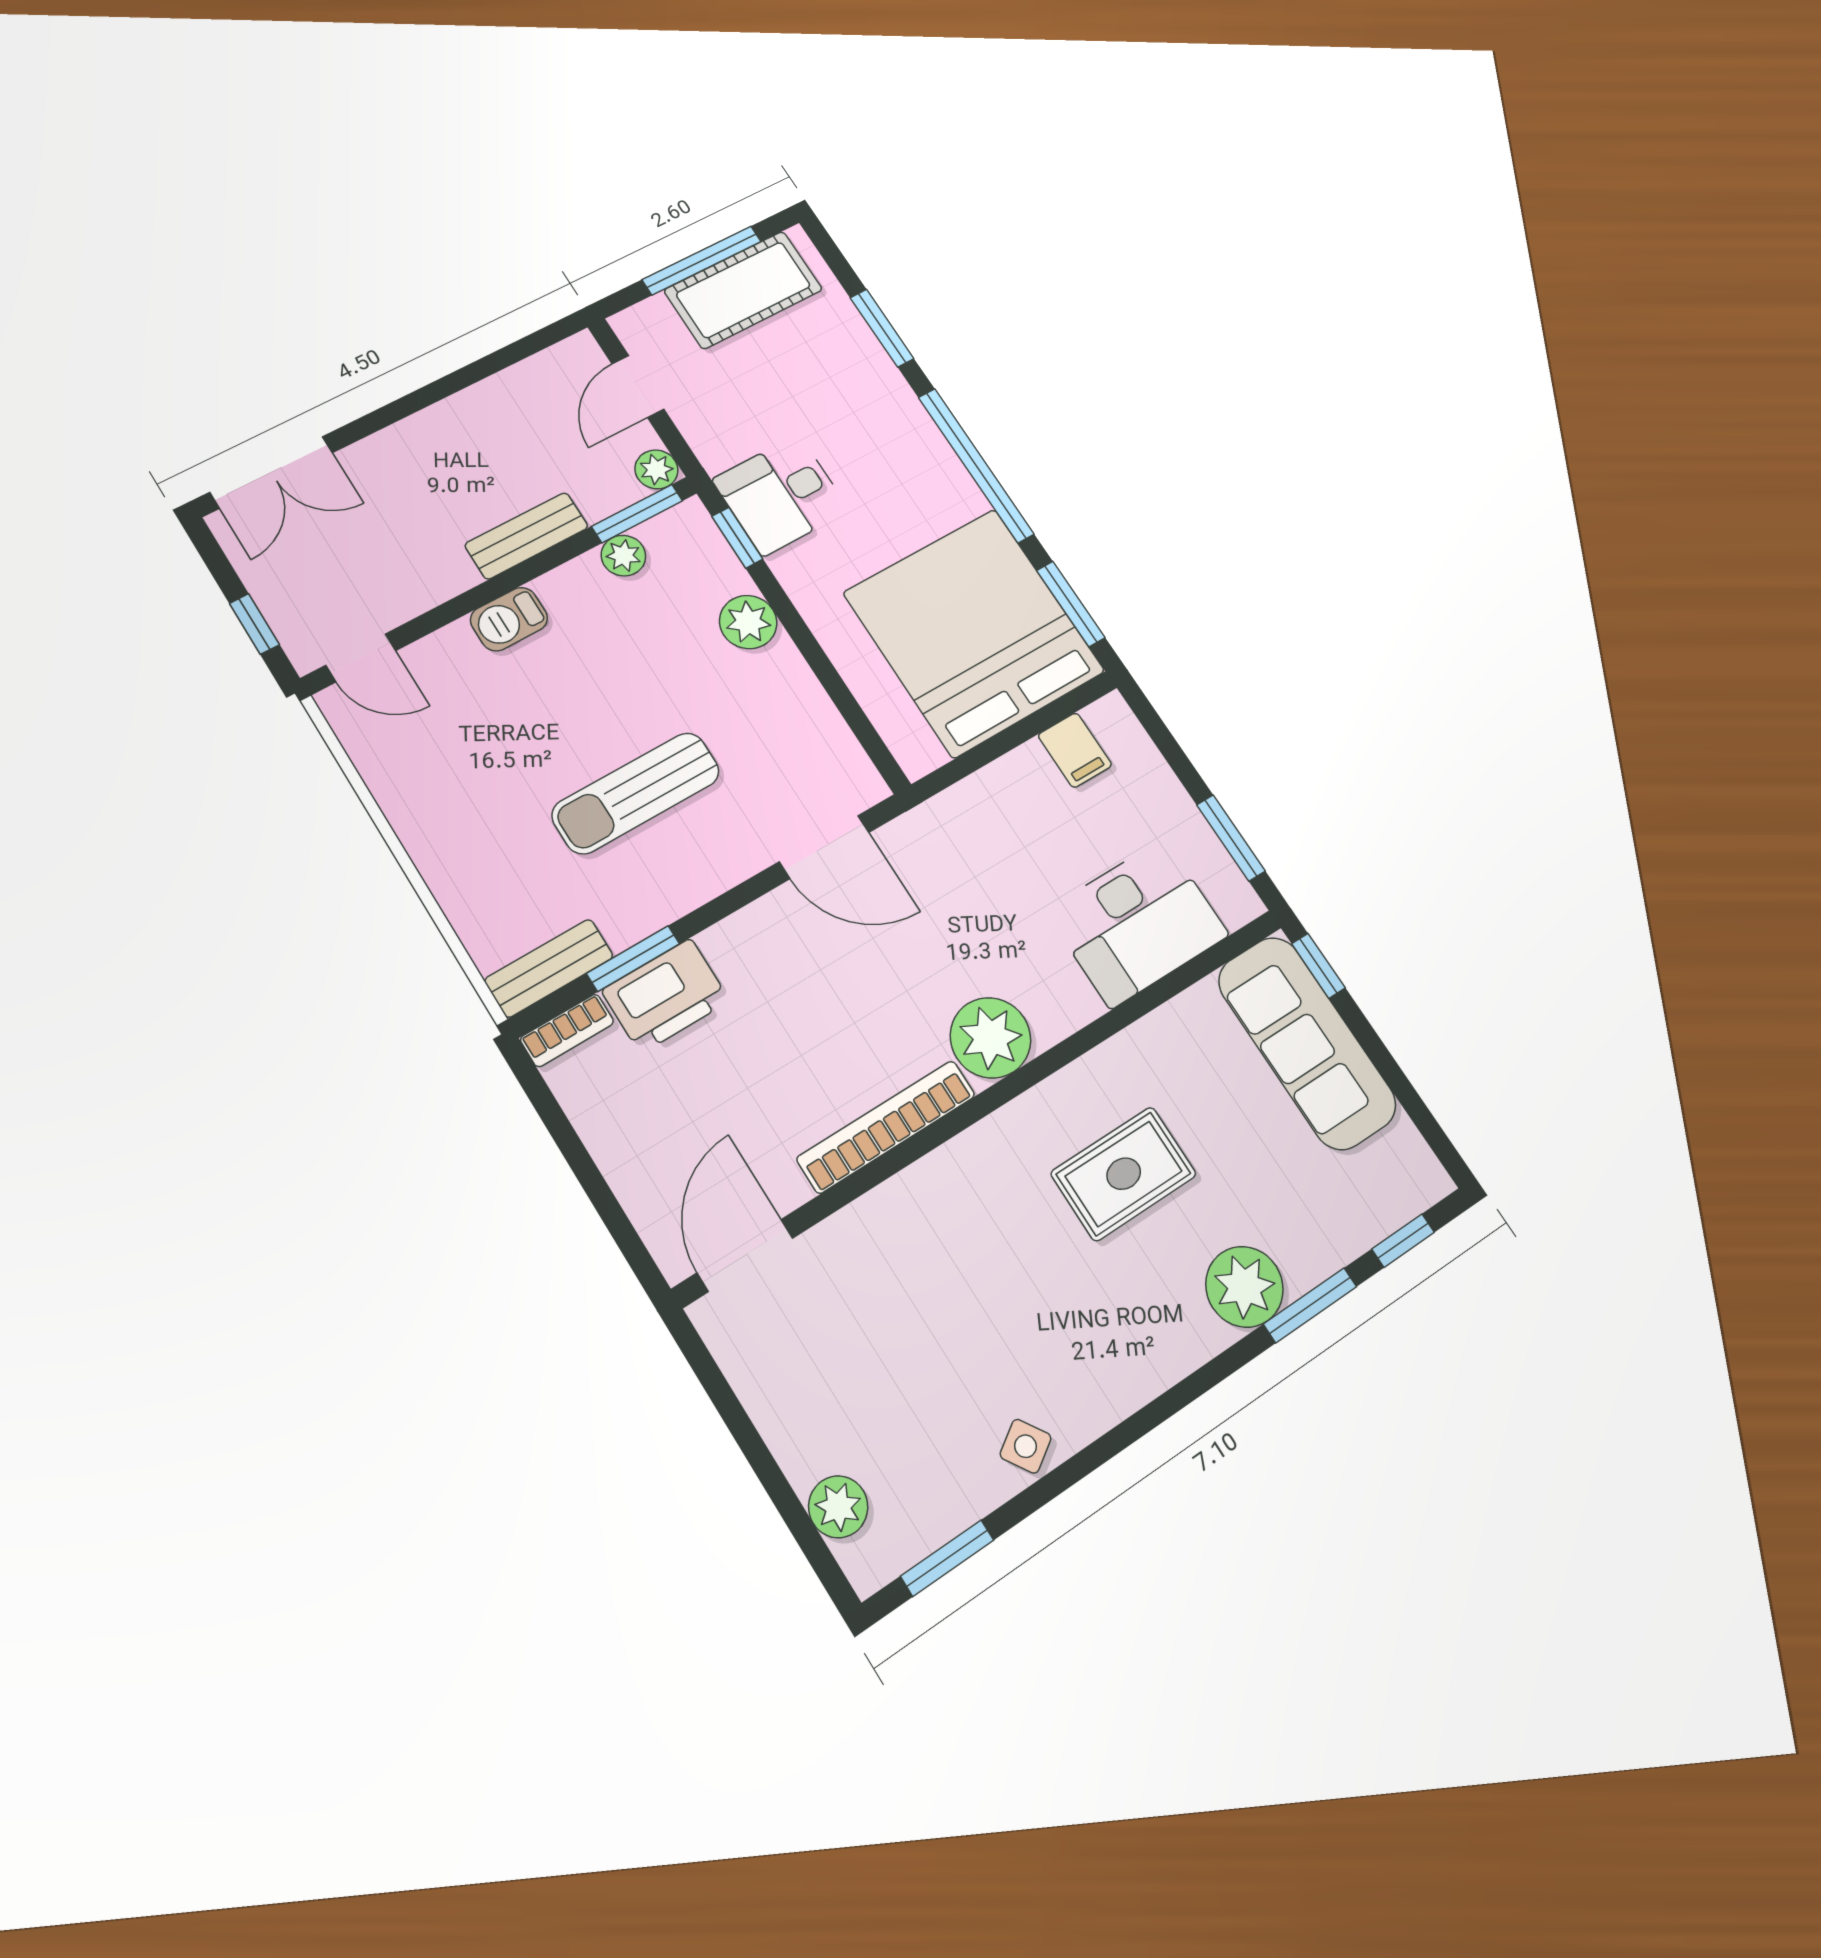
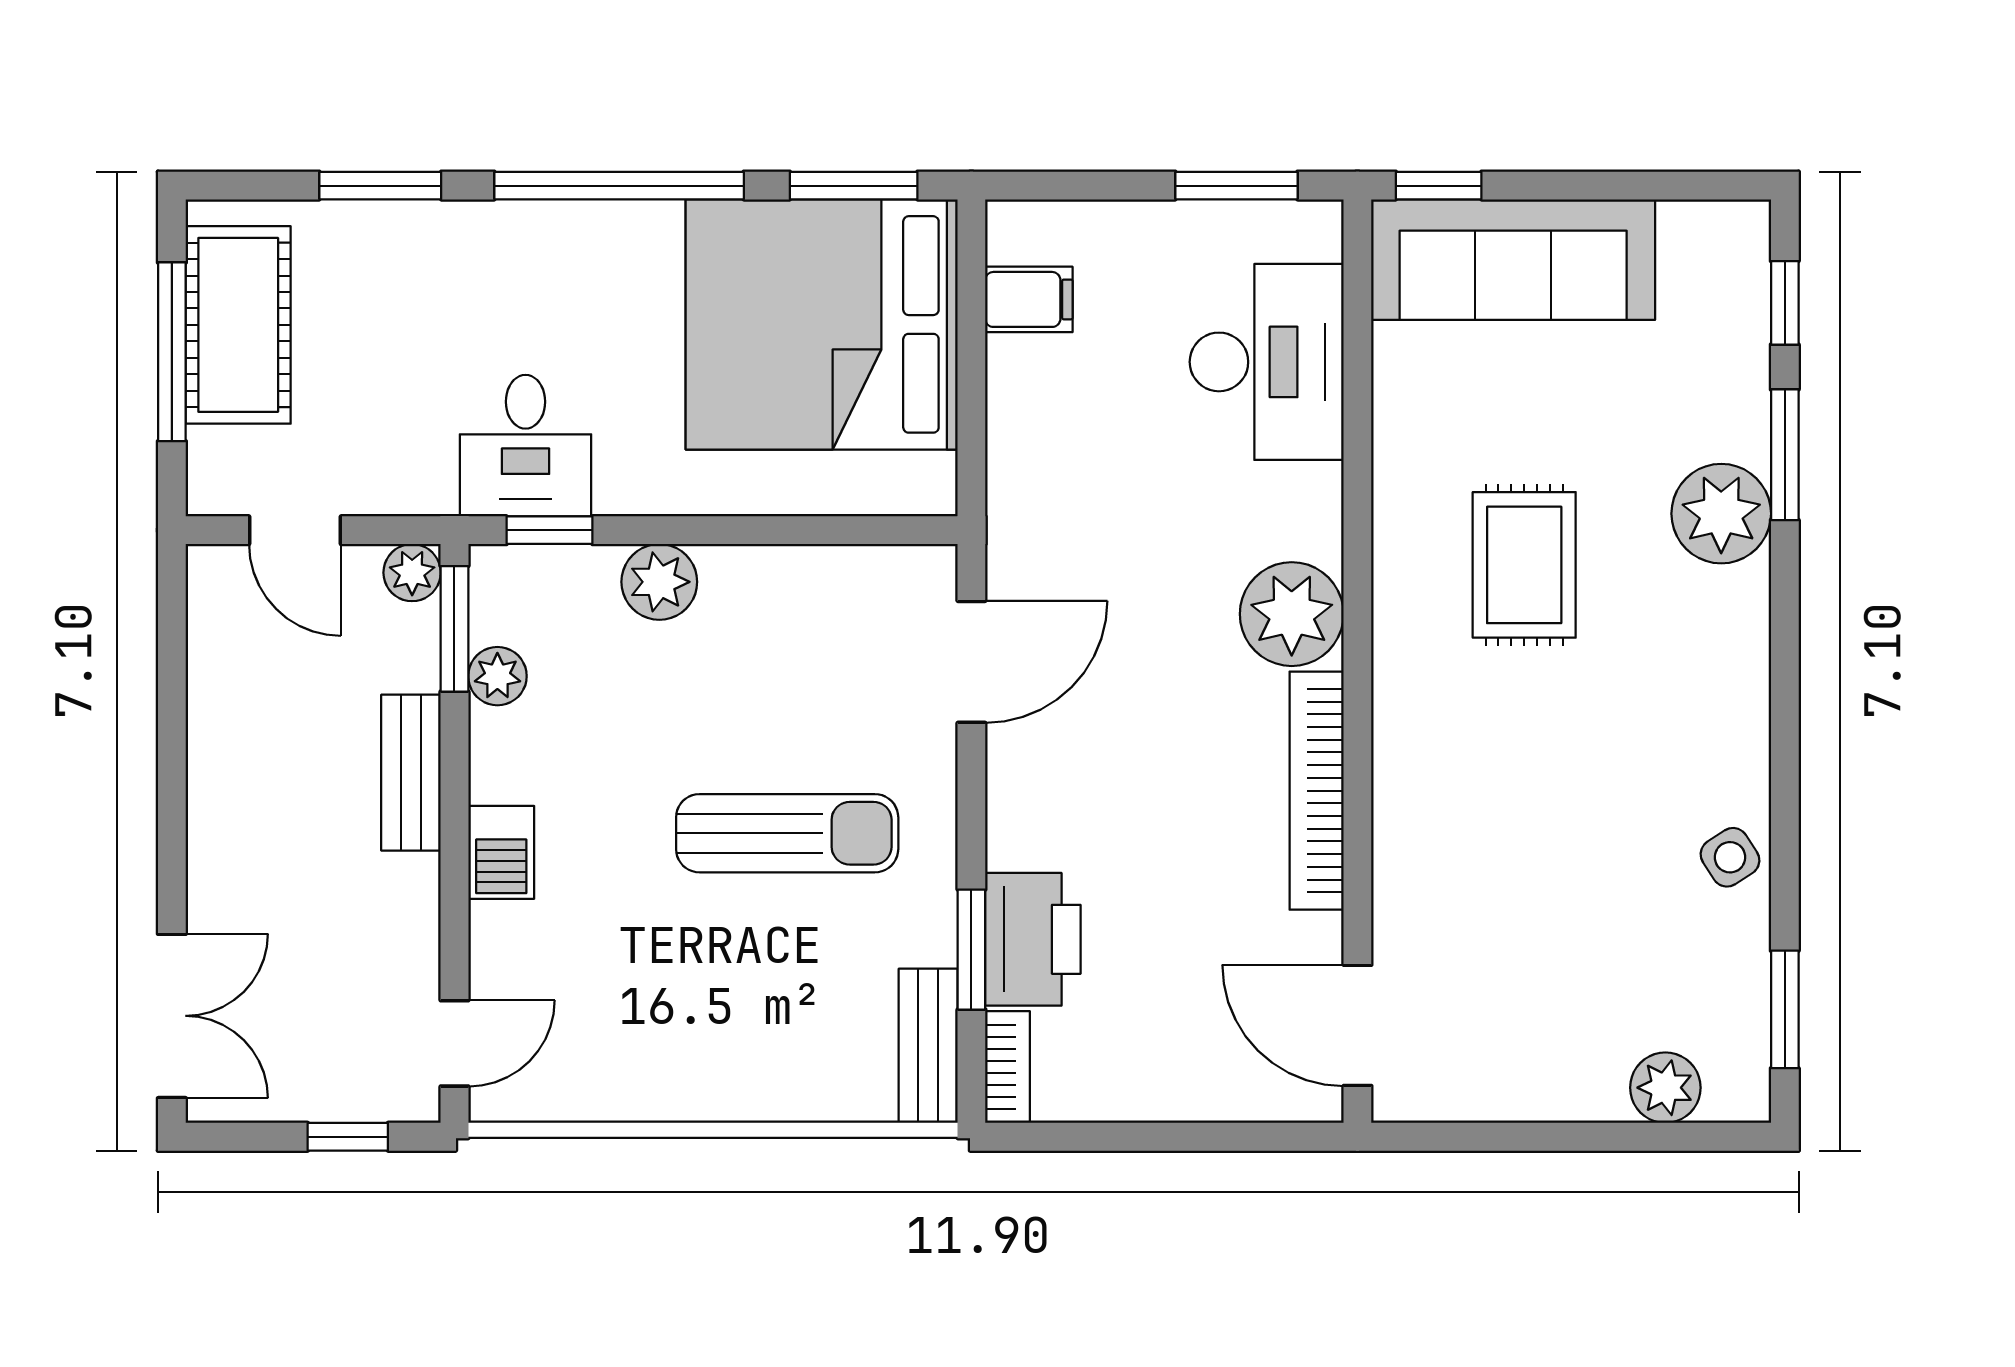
sun lounger: (636, 793) -> (787, 833), turned -90

